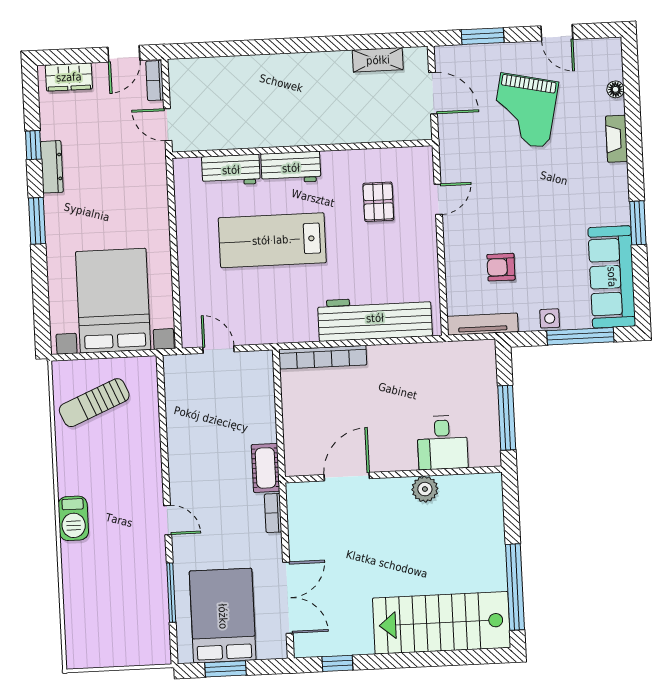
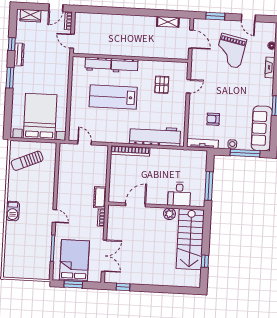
window: (515, 587) -> (205, 261), width x0.32
stairs: (442, 623) -> (190, 239), moved, turned -90

